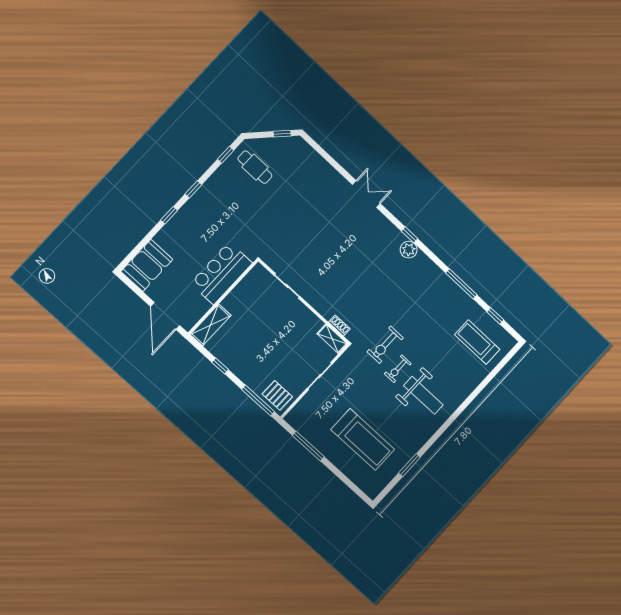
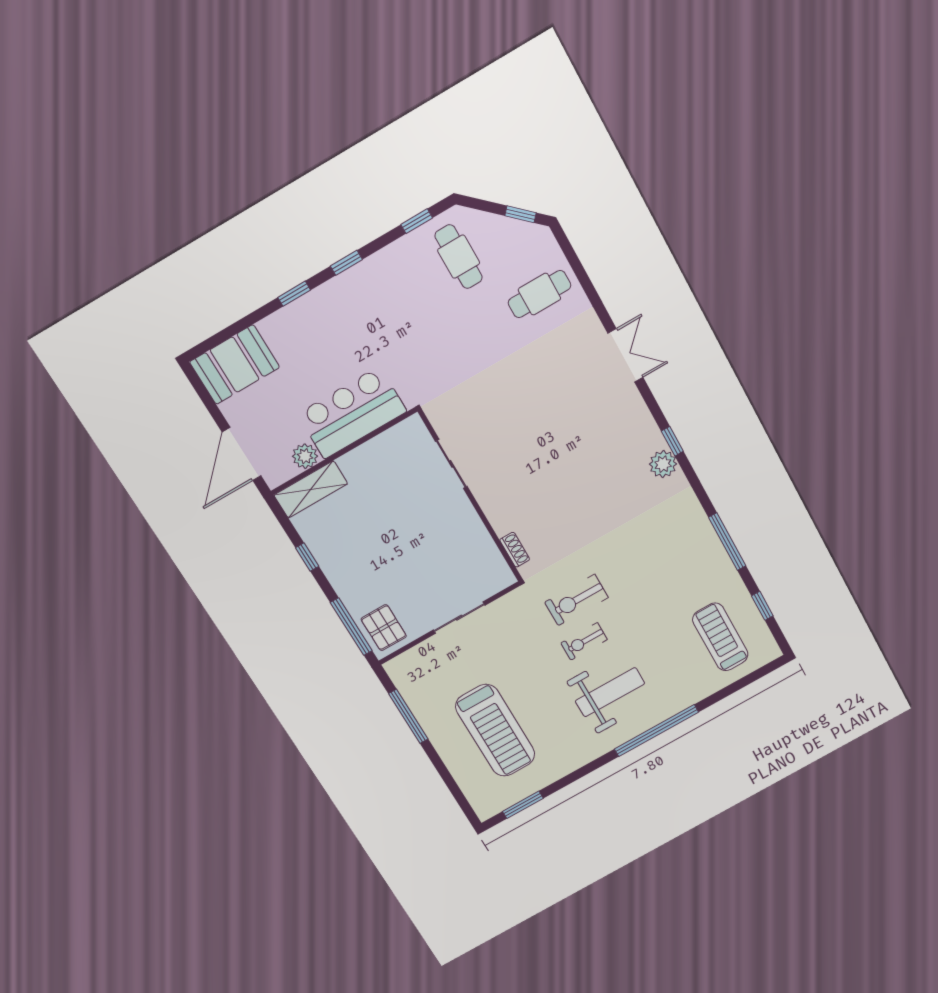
cafe table: (307, 174) -> (539, 294), added
plant: (202, 306) -> (305, 456), added
shelving: (332, 339) -> (497, 567), removed
weight bench: (423, 395) -> (610, 692), turned -90
window: (459, 411) -> (656, 731), added
window: (409, 465) -> (523, 805), moved

